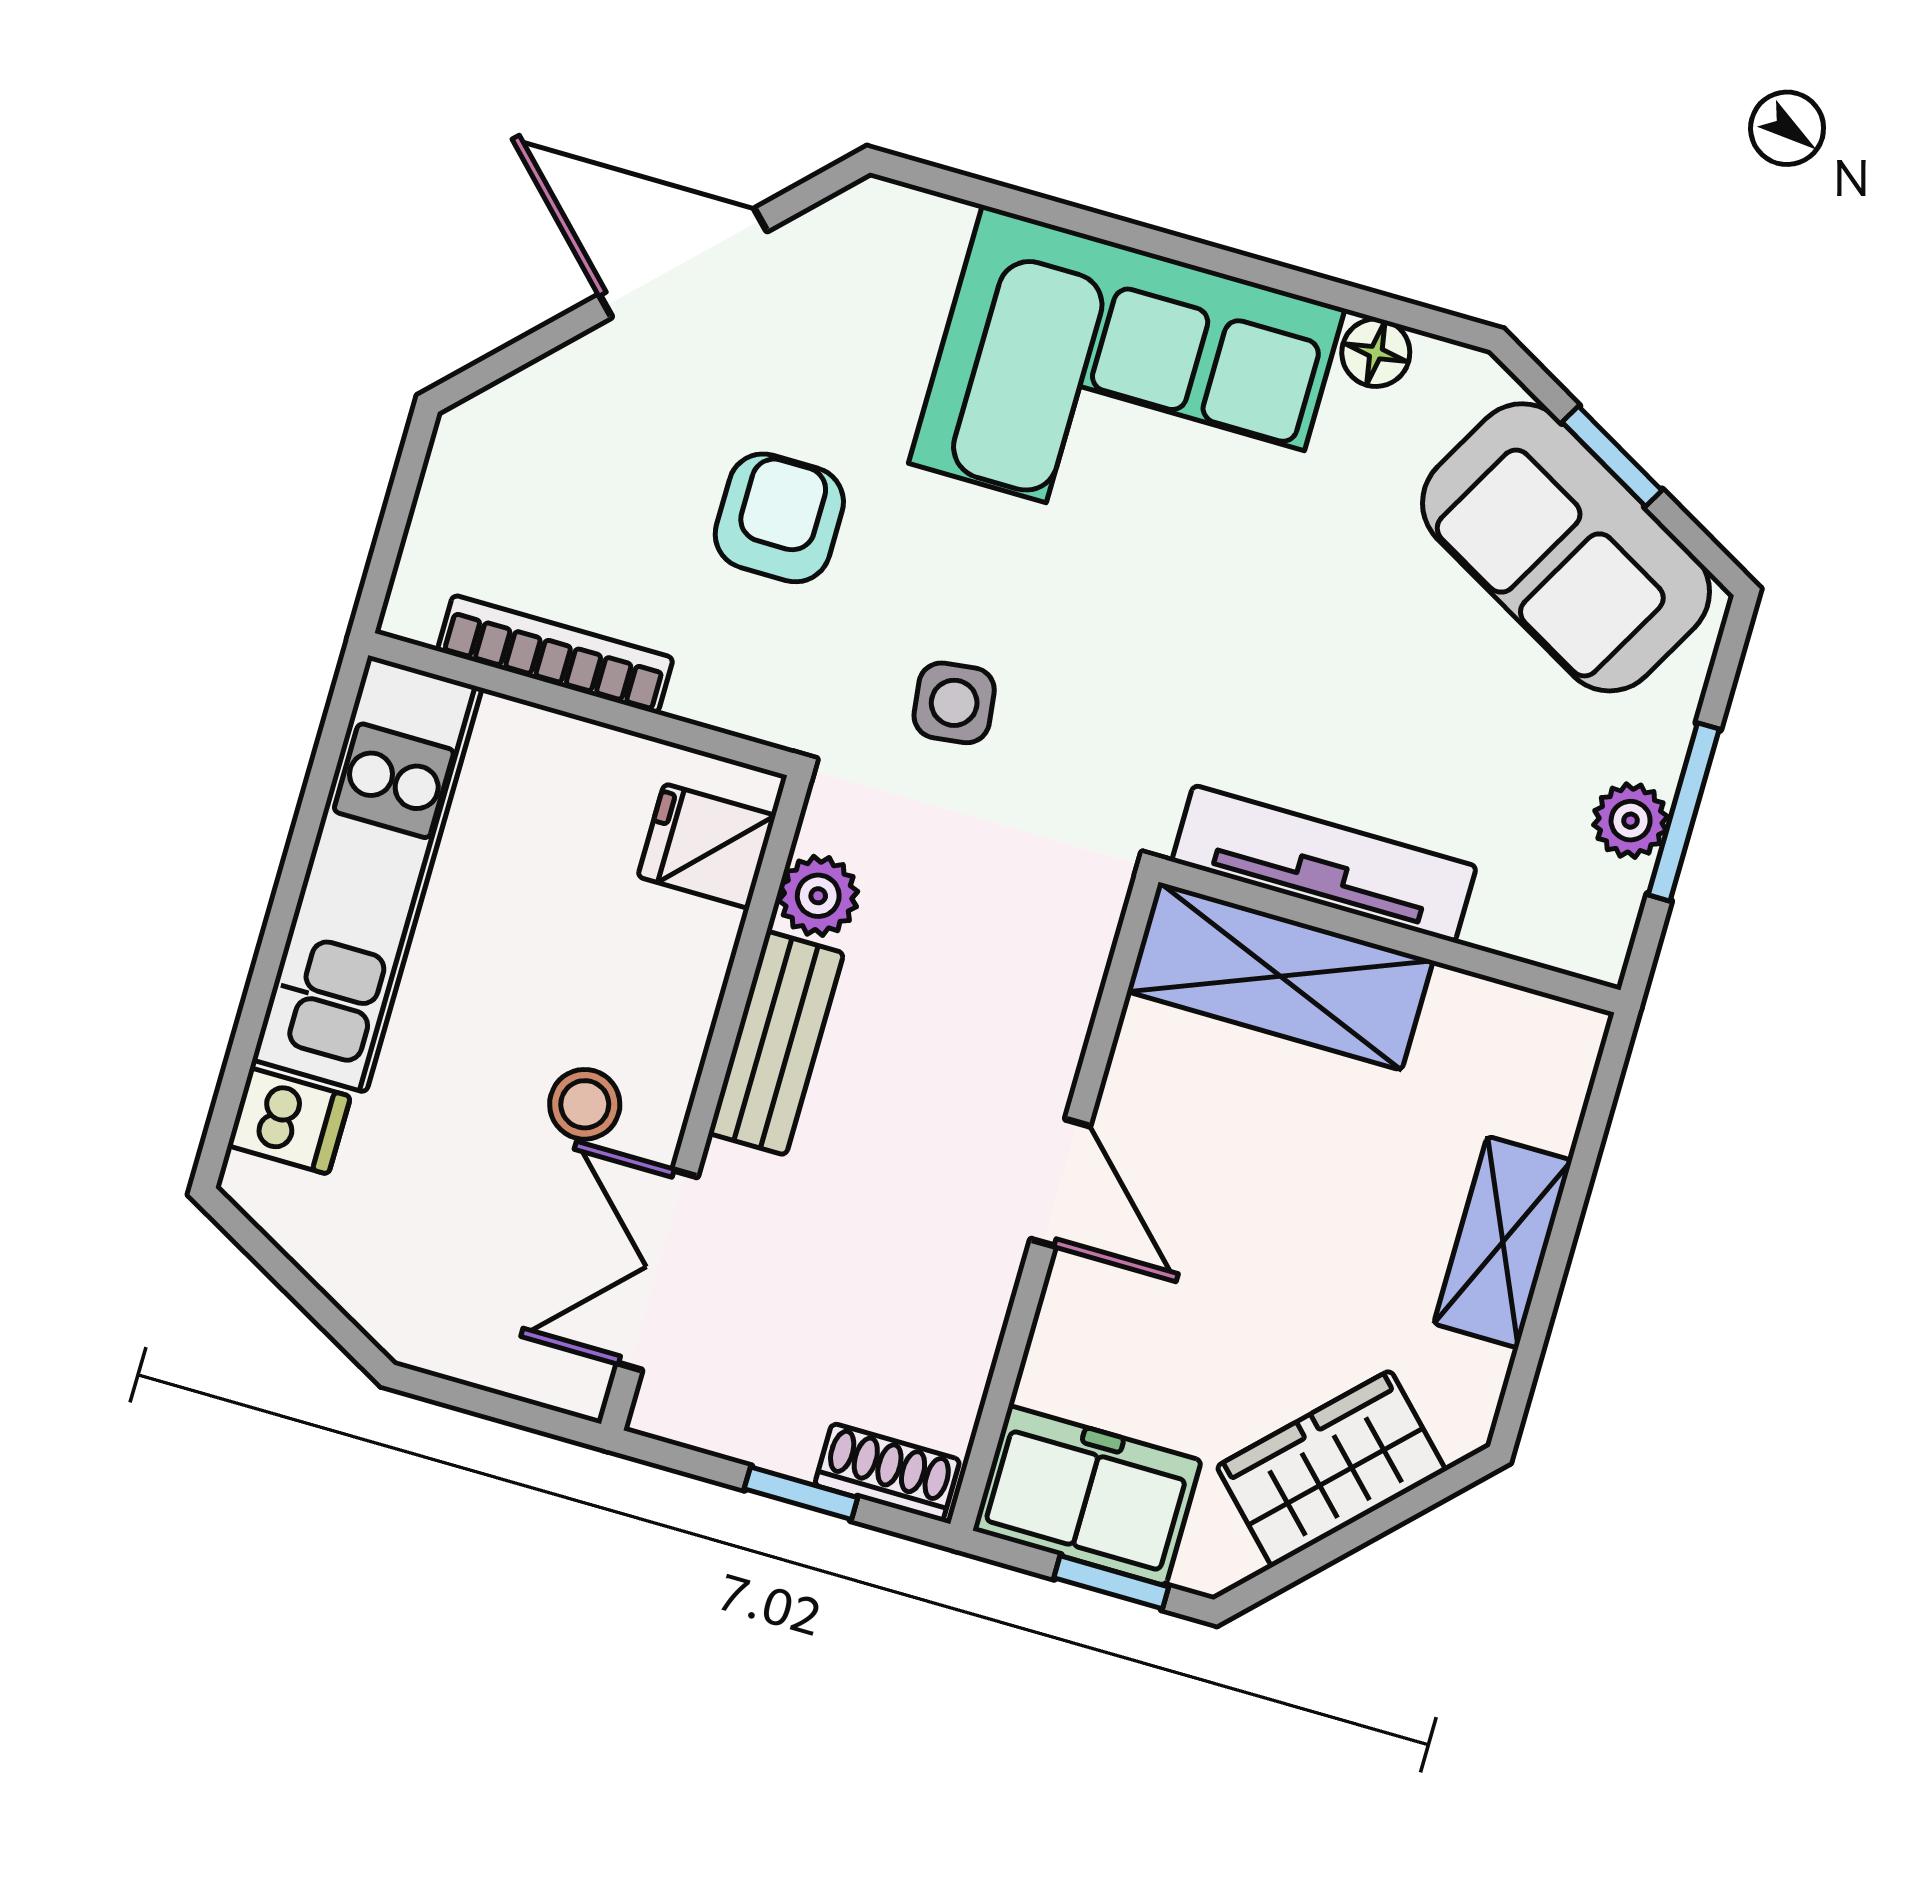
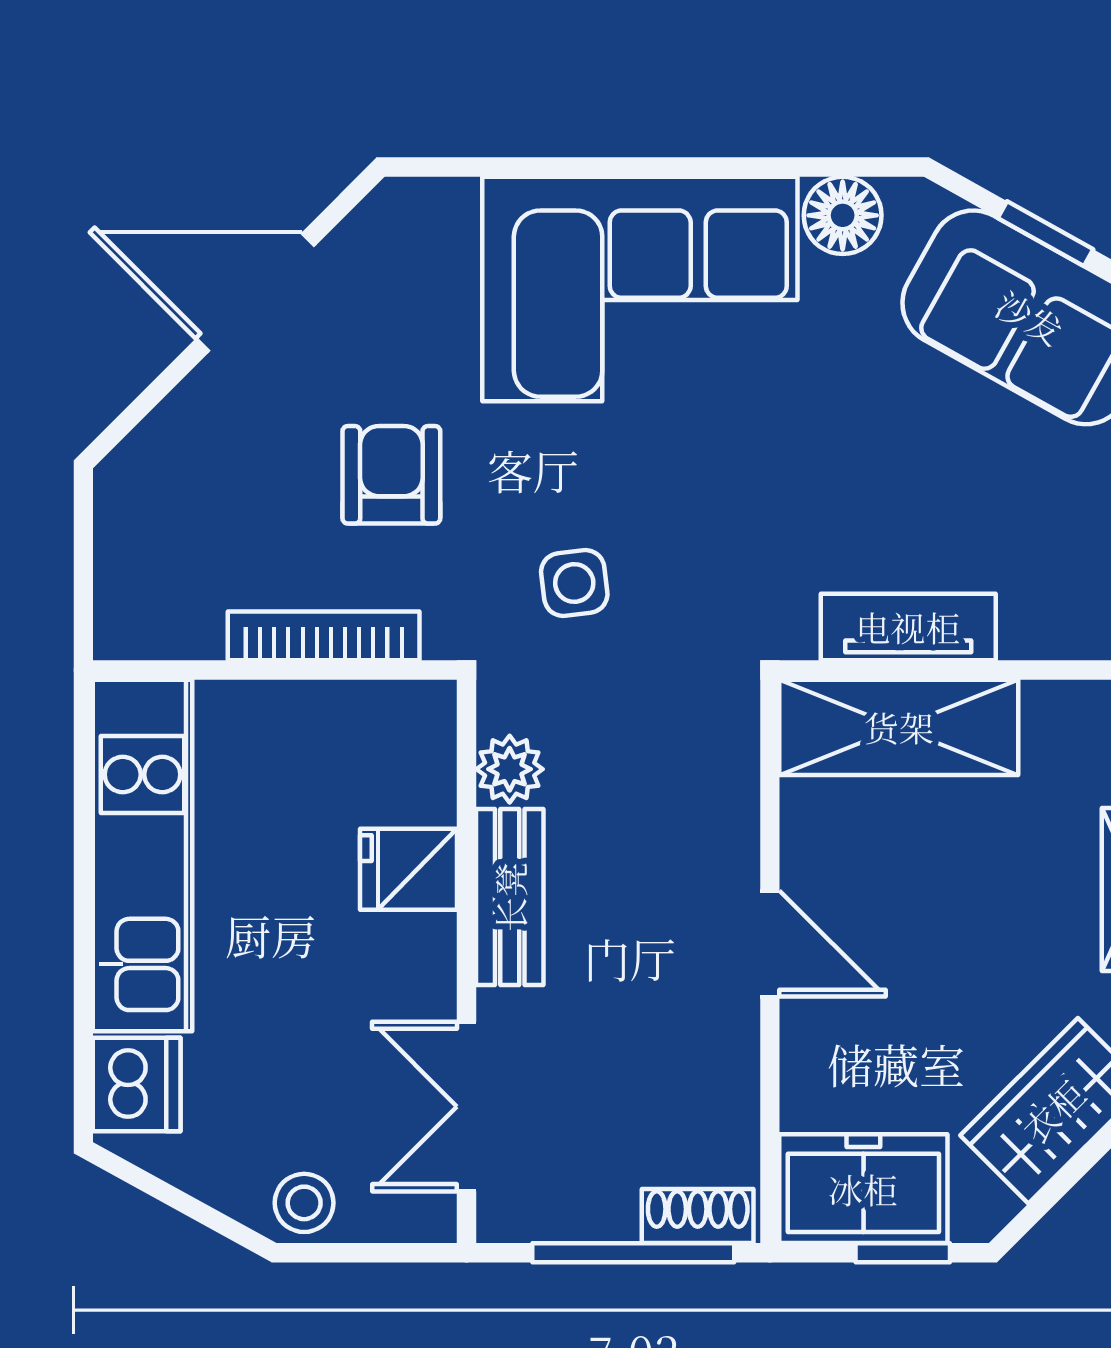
floor lamp: (1376, 353) -> (843, 215), width x1.37, depth x1.37
bookcase: (555, 654) -> (324, 636), moved
fridge: (707, 846) -> (409, 869), moved
tv unit: (1324, 864) -> (908, 627), width x0.71
stool: (585, 1104) -> (304, 1203), moved
dishwasher: (289, 1121) -> (137, 1084), width x1.38
window: (801, 1493) -> (633, 1253), width x2.17

